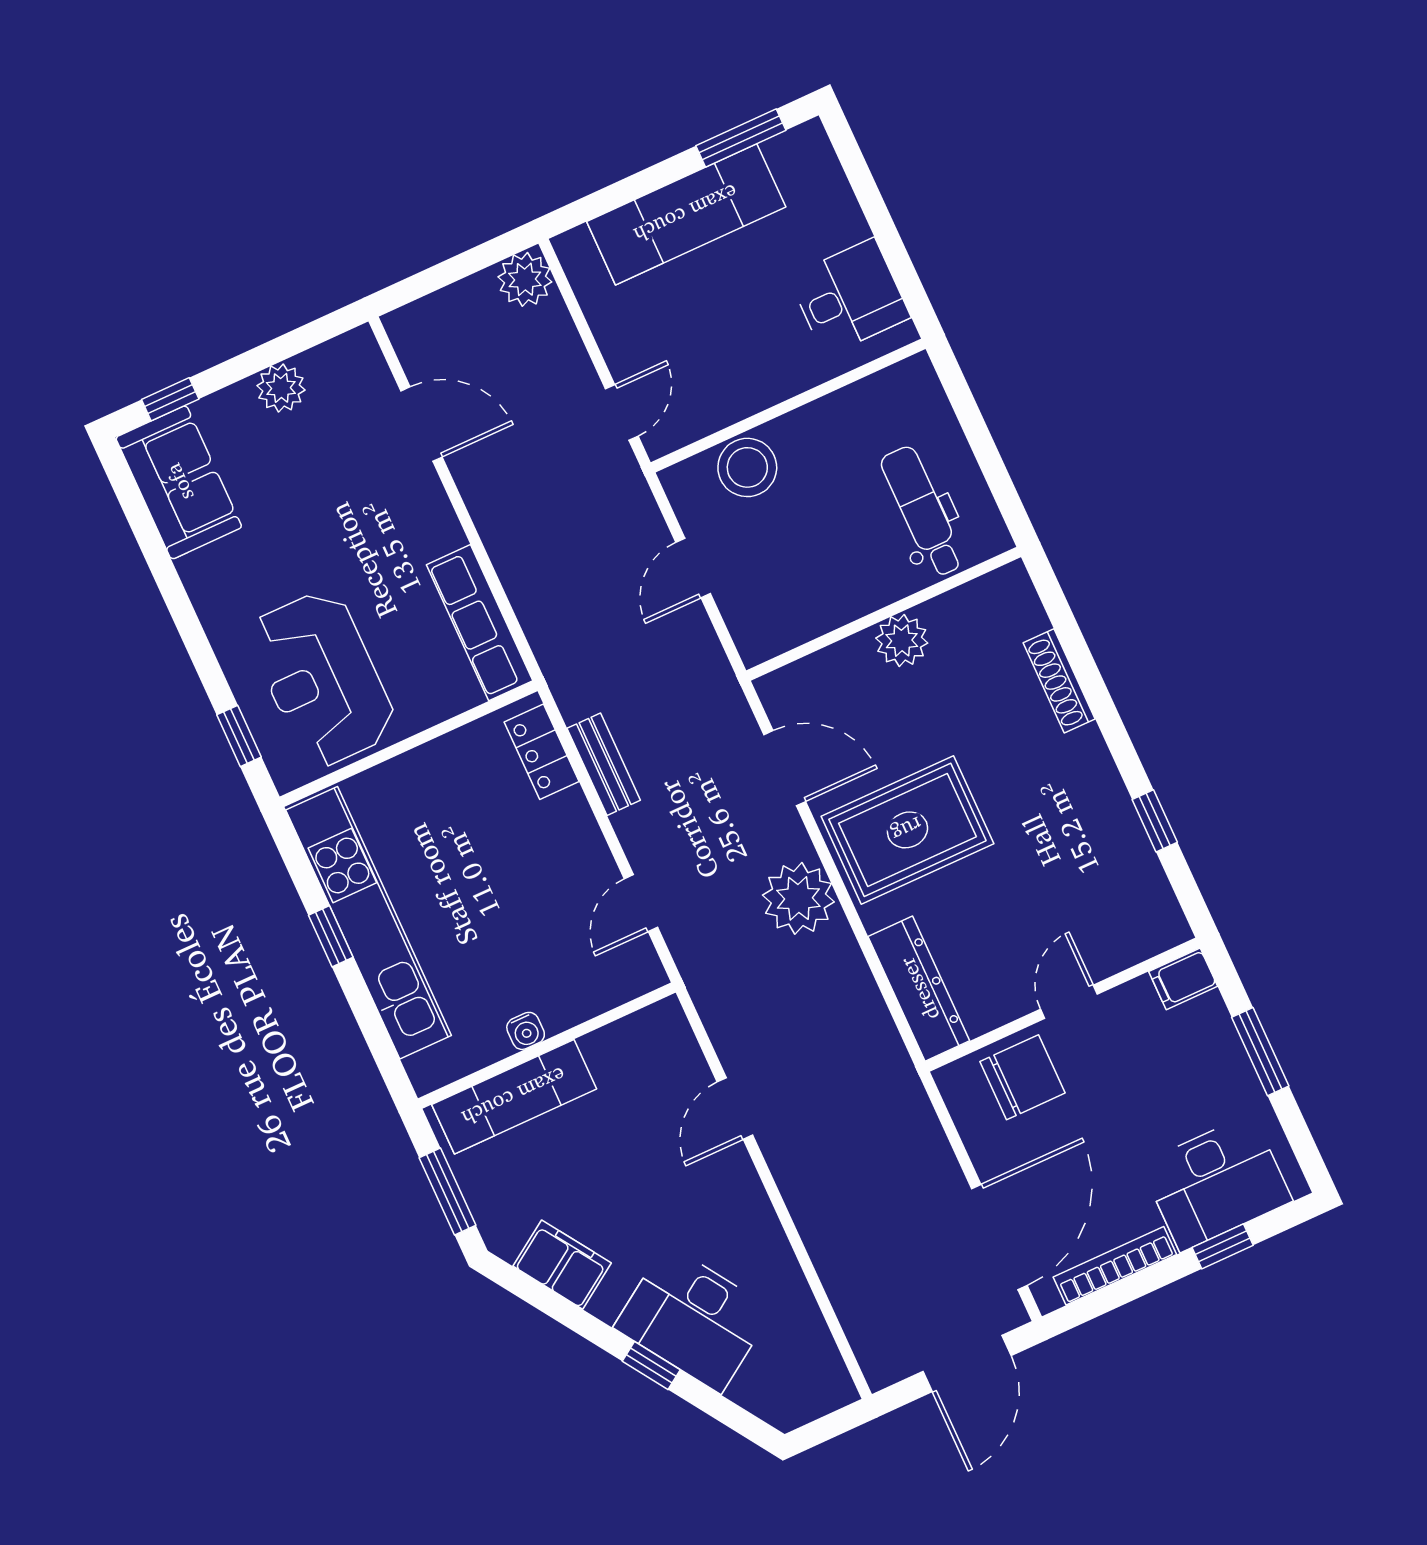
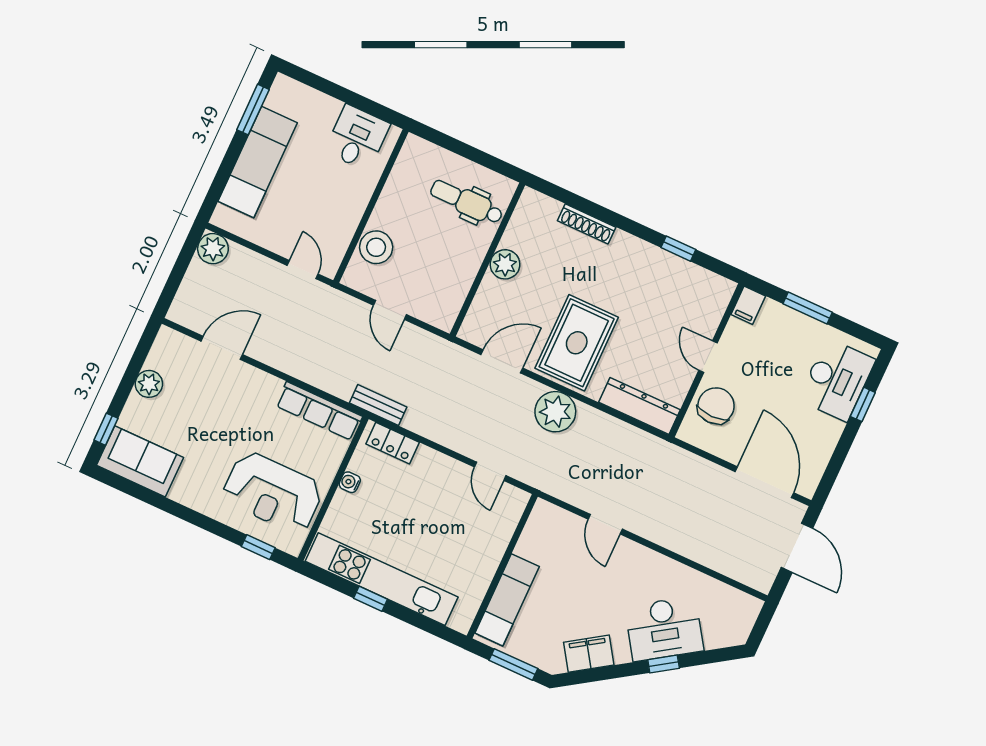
bench: (604, 764) -> (378, 405), moved
water cooler: (526, 1031) -> (350, 482), moved, turned 180
bookcase: (1115, 1266) -> (824, 452), removed

